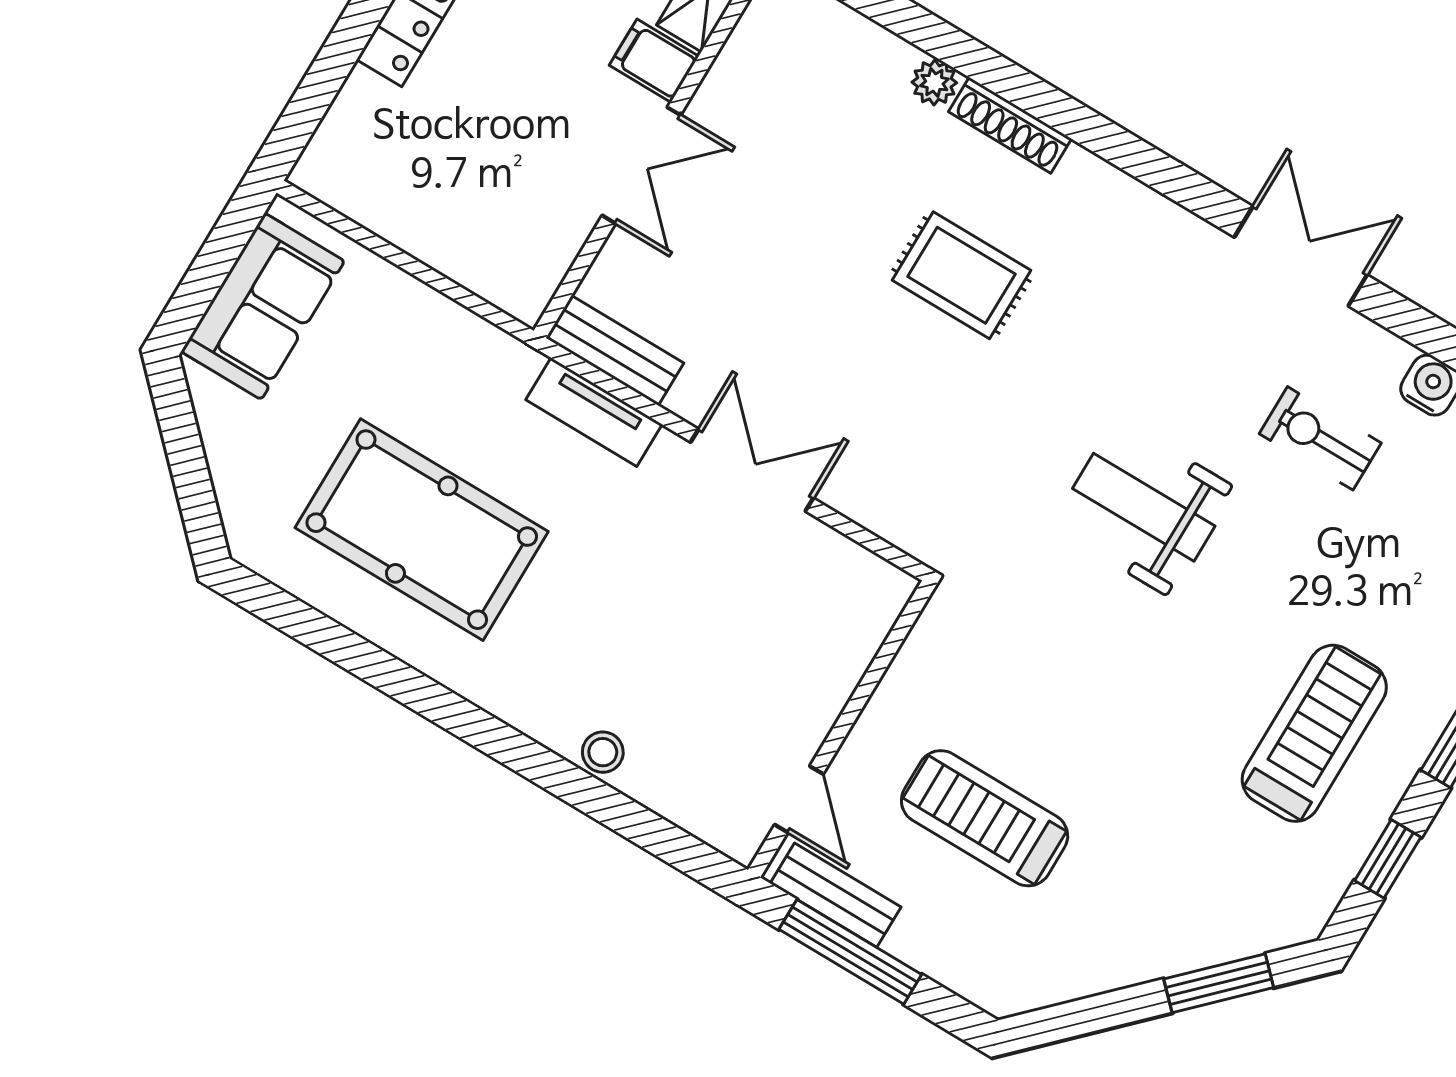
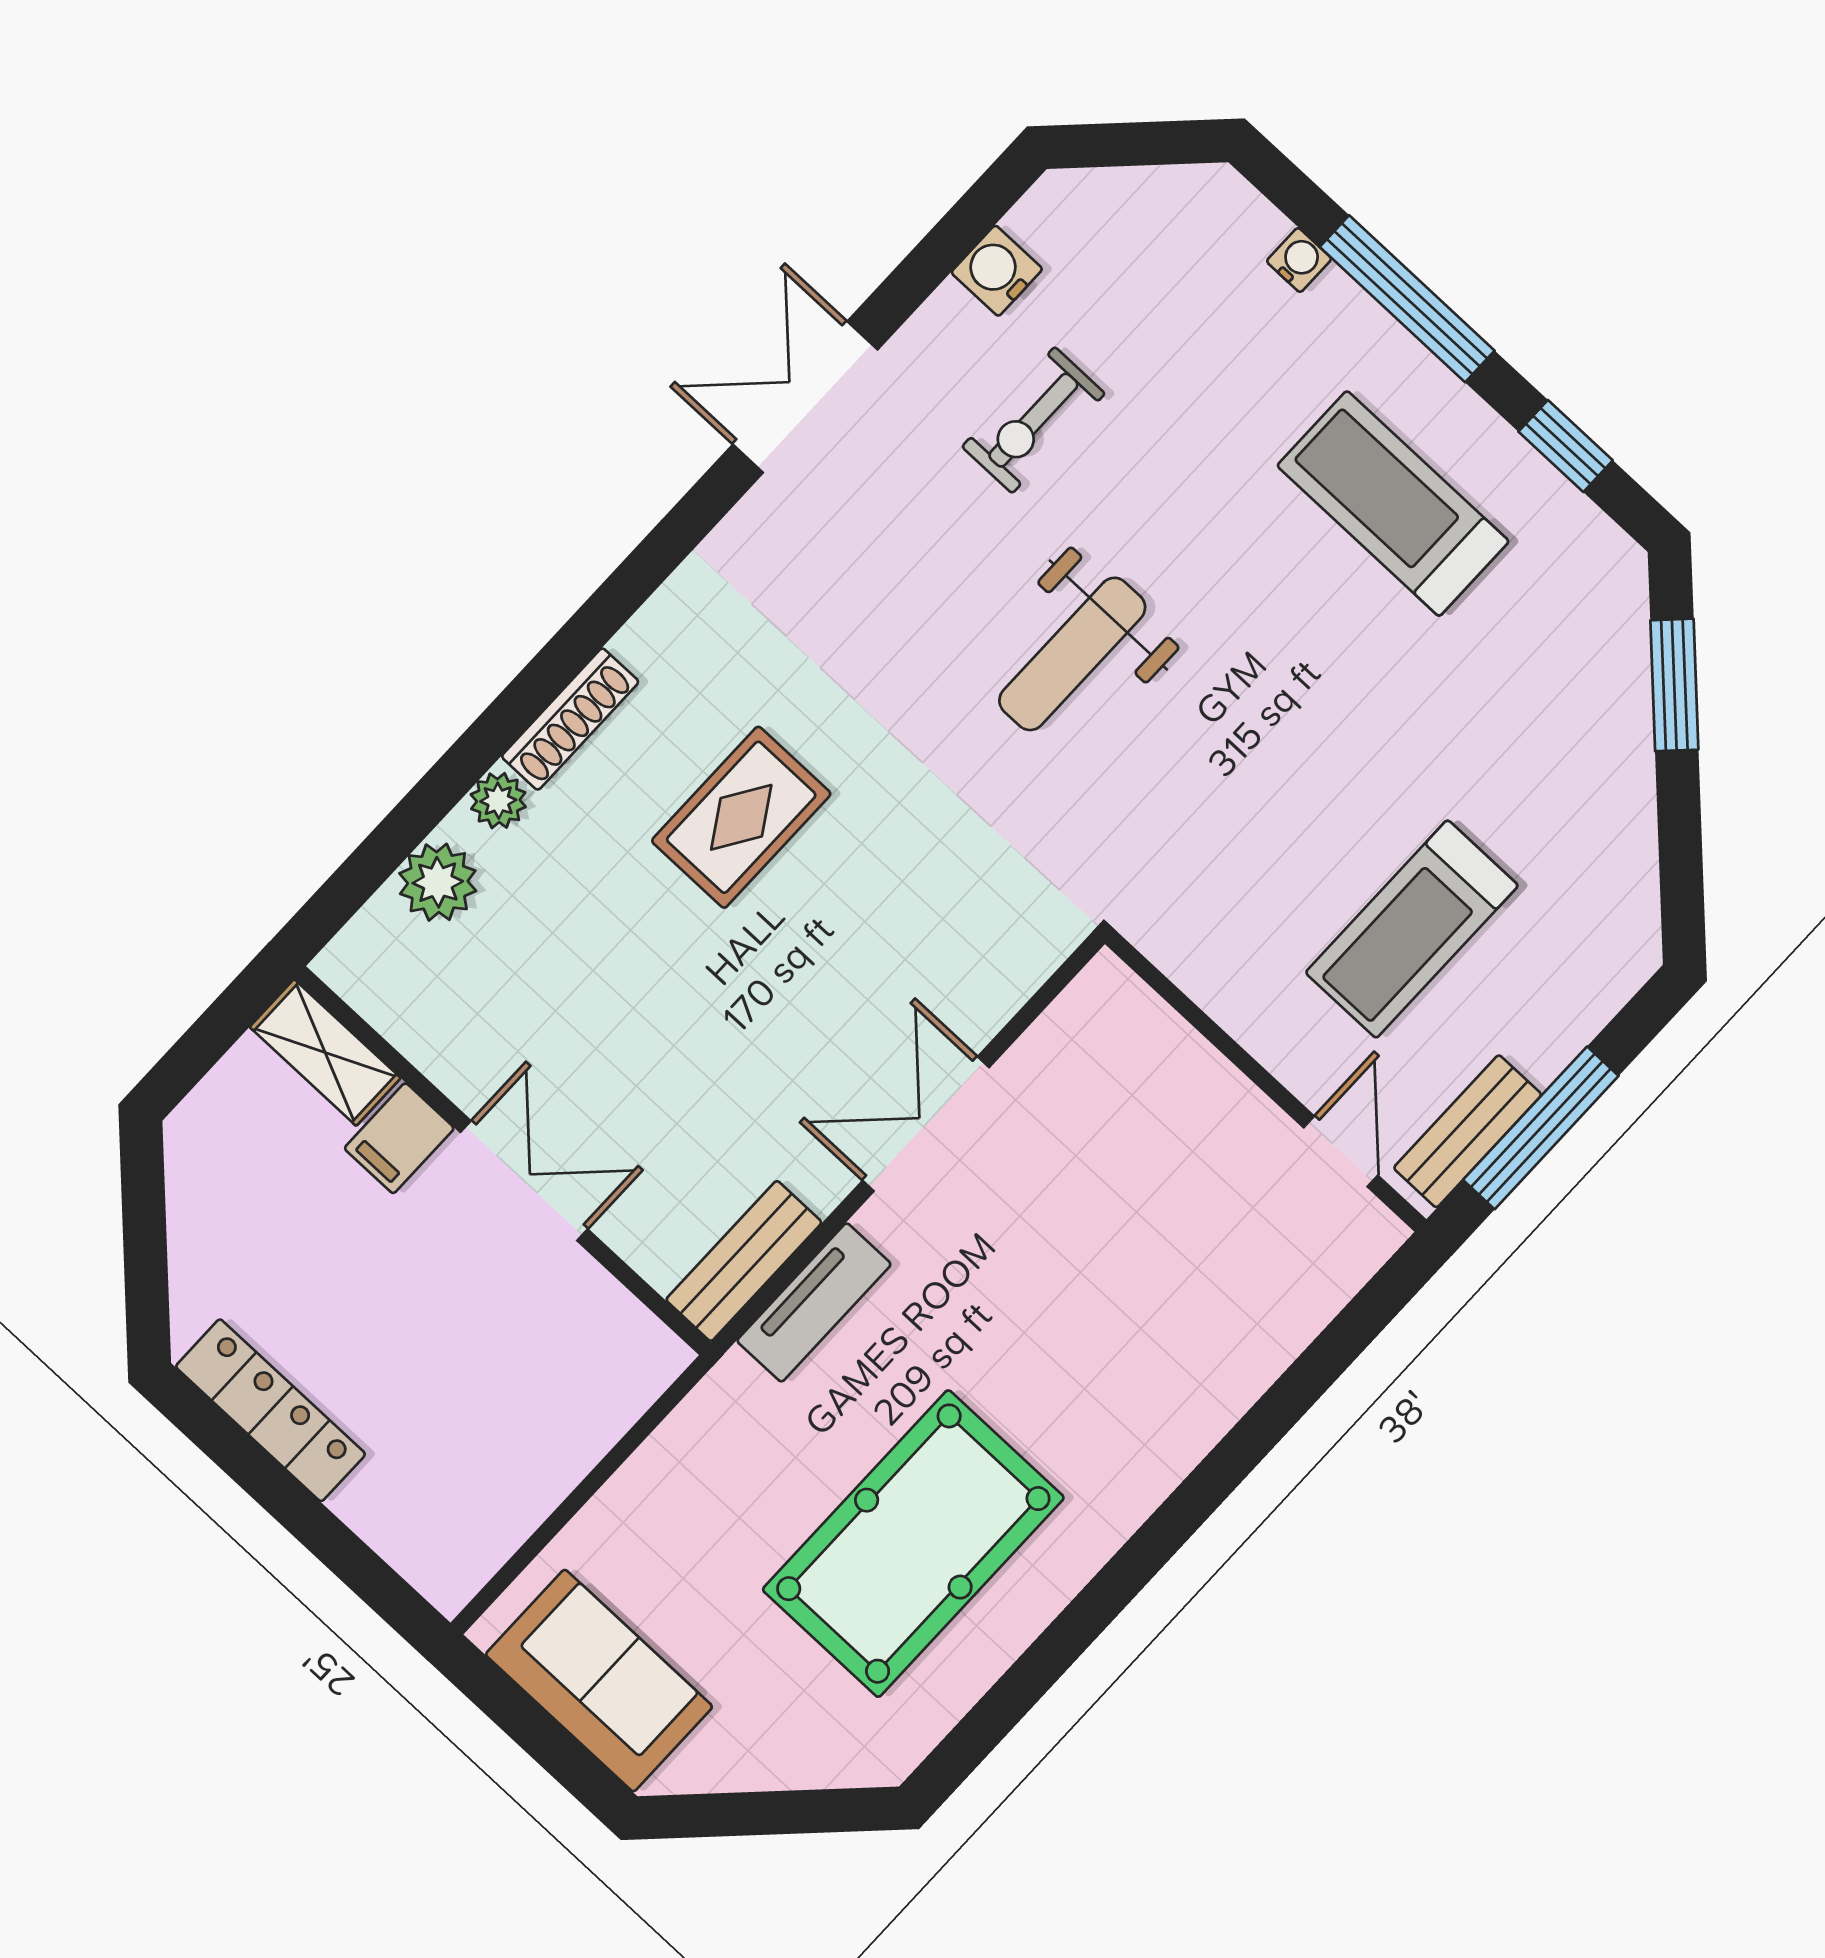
plant: (861, 49) -> (438, 882), added
stool: (603, 752) -> (1232, 1379), removed
door: (799, 799) -> (1341, 1151), hinge flipped

